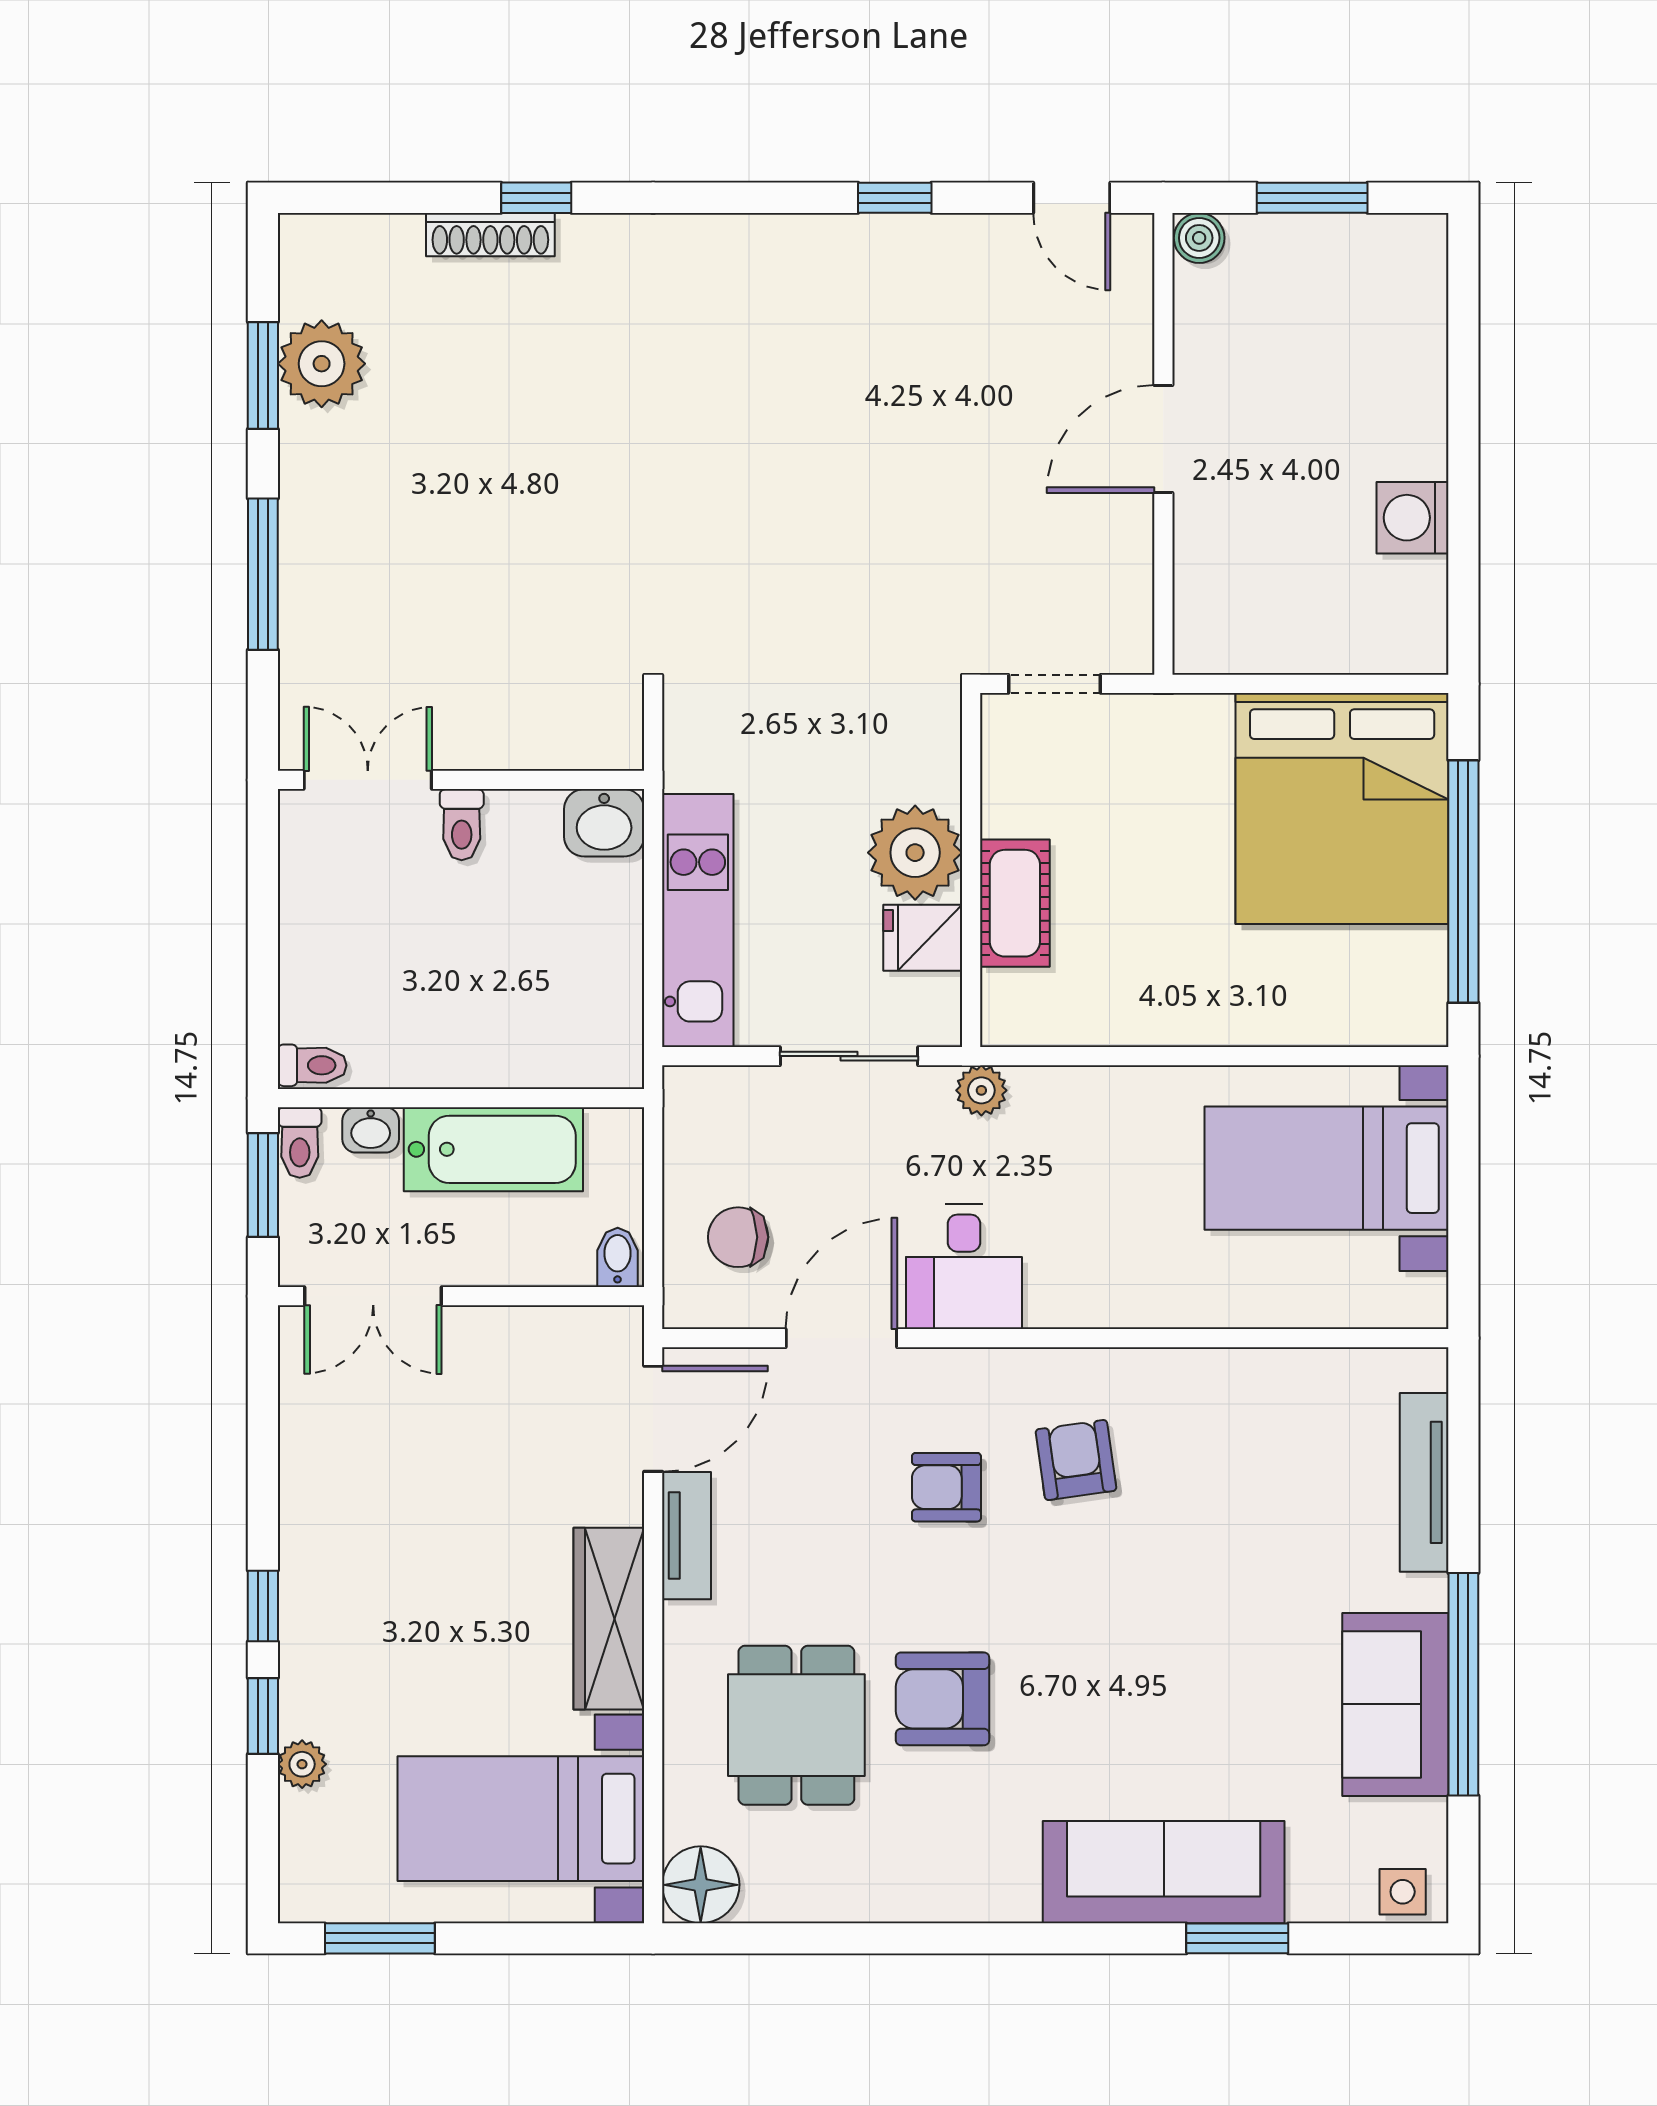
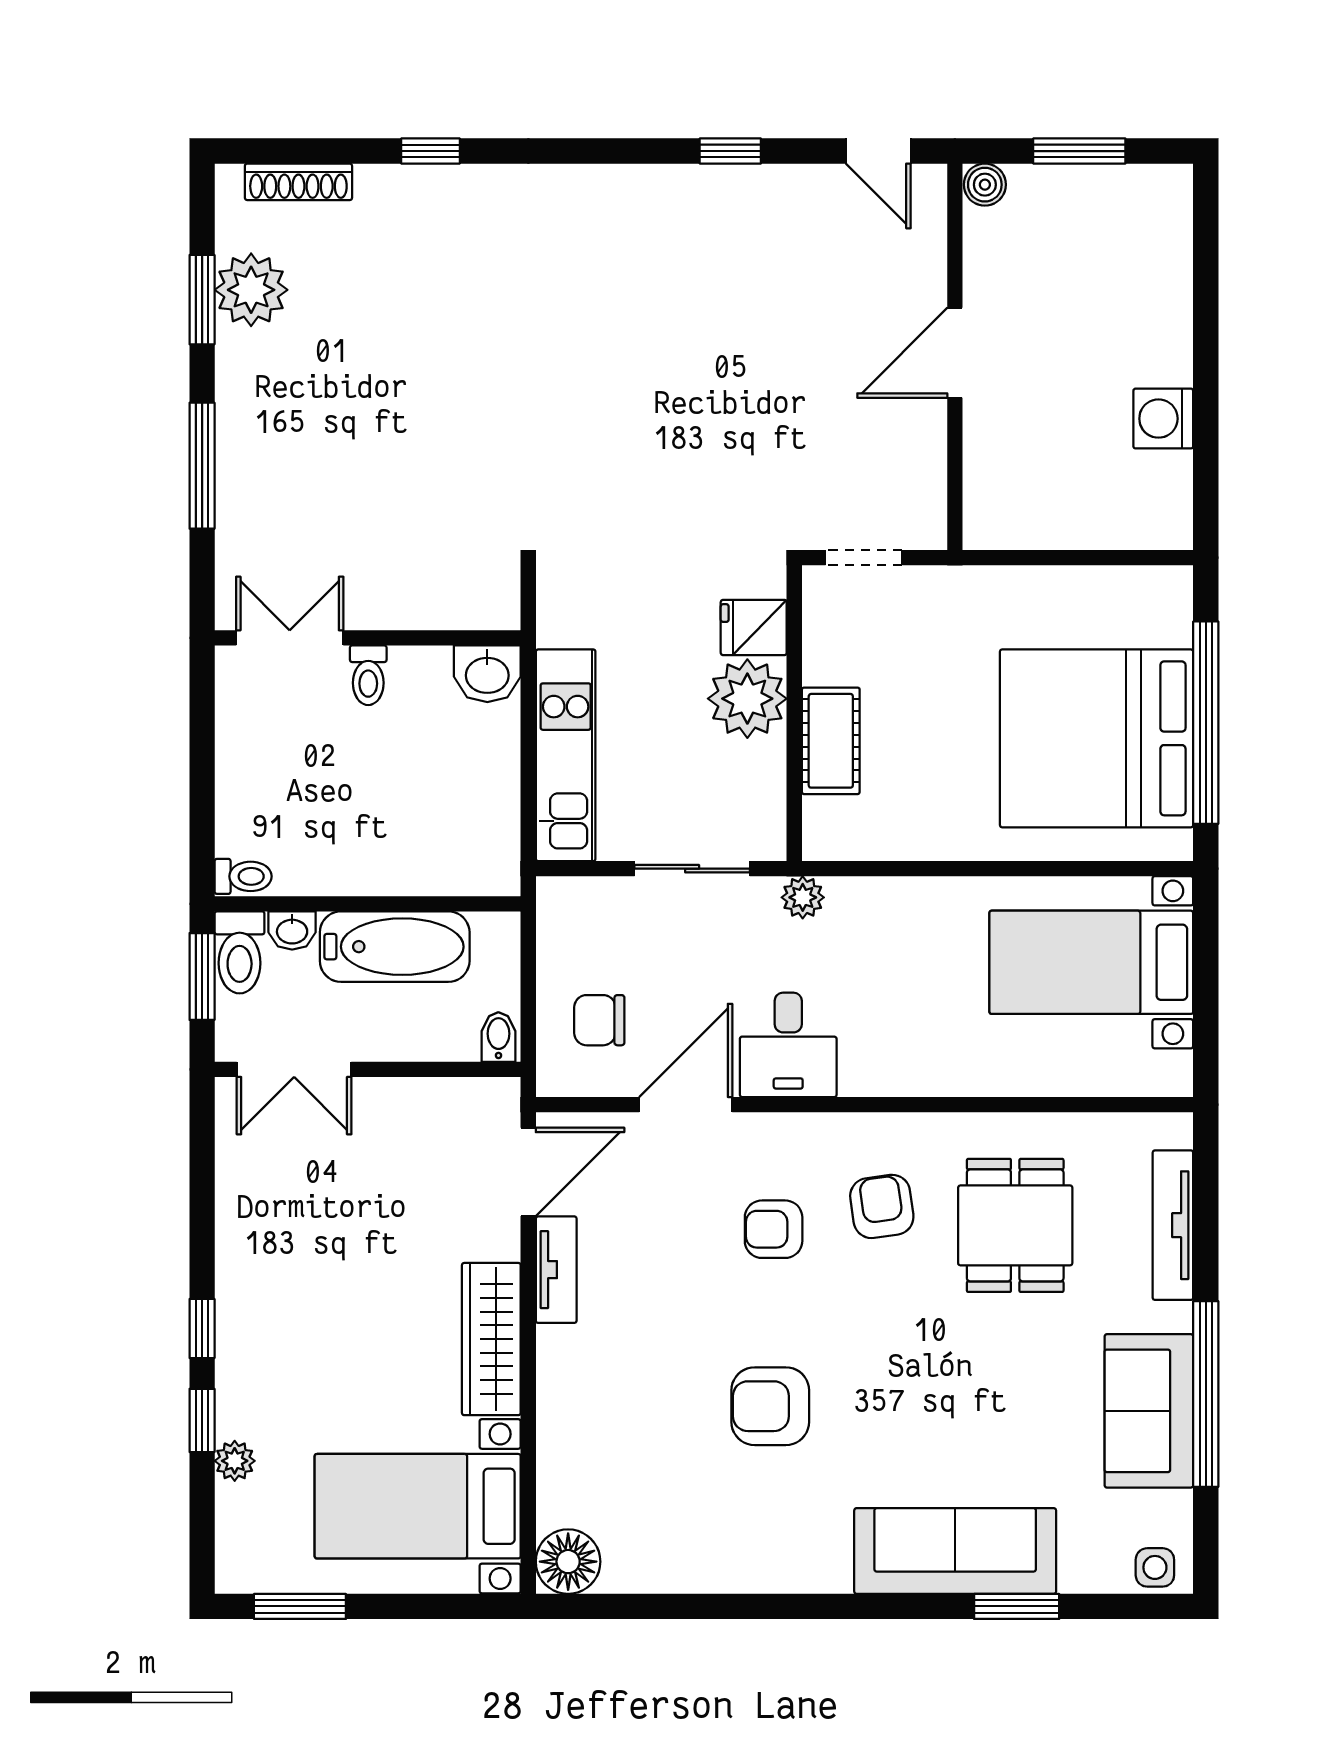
shoe rack: (490, 235) -> (298, 182), moved
bed: (1342, 809) -> (1097, 738), moved, turned 90
fridge: (923, 938) -> (754, 627), moved
toilet: (300, 1142) -> (240, 952), width x1.37, depth x1.39
dining table: (796, 1725) -> (1015, 1225), moved

